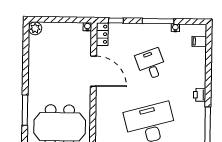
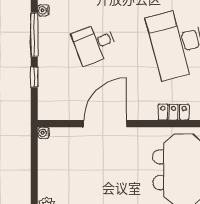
window: (116, 20) -> (34, 77), moved
locker: (102, 34) -> (173, 112), moved

